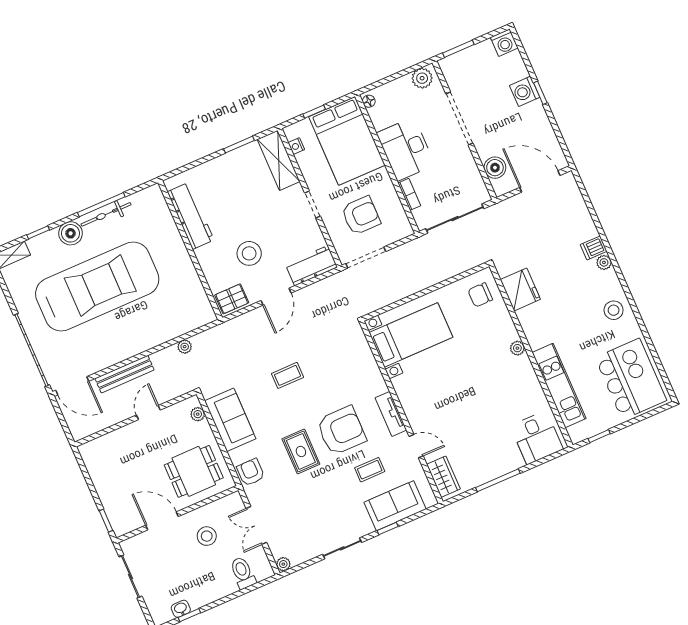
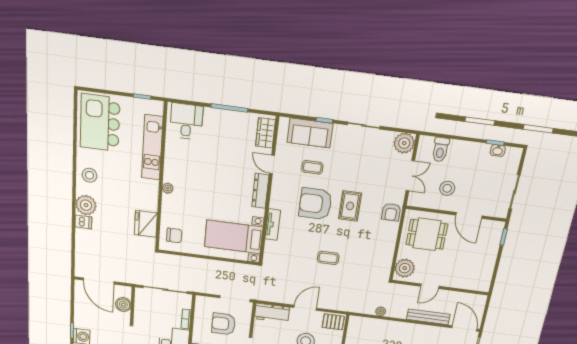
plant: (604, 262) -> (86, 205), width x1.87, depth x1.87
dresser: (412, 408) -> (260, 191), added
plant: (198, 414) -> (405, 268), width x1.88, depth x1.88
tv unit: (391, 414) -> (273, 225), moved
sofa: (230, 420) -> (382, 252), removed
plant: (283, 564) -> (404, 143), width x1.87, depth x1.87

